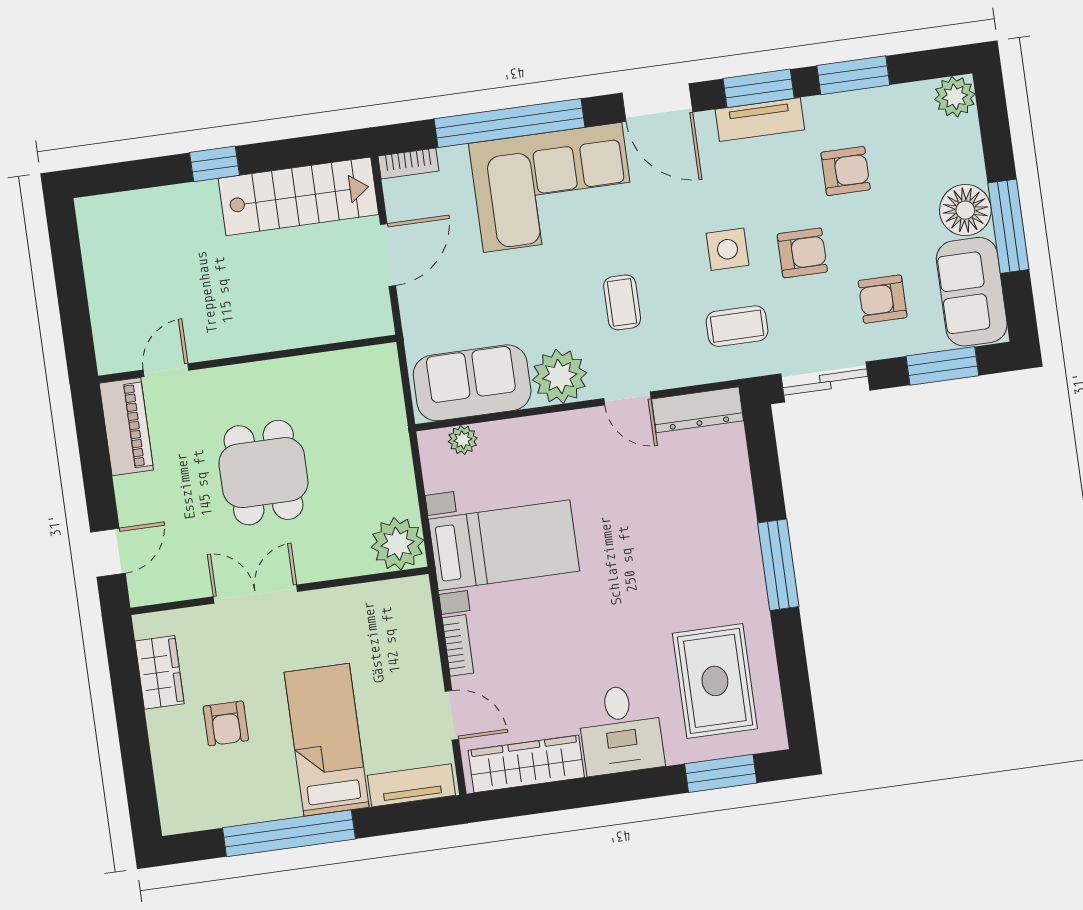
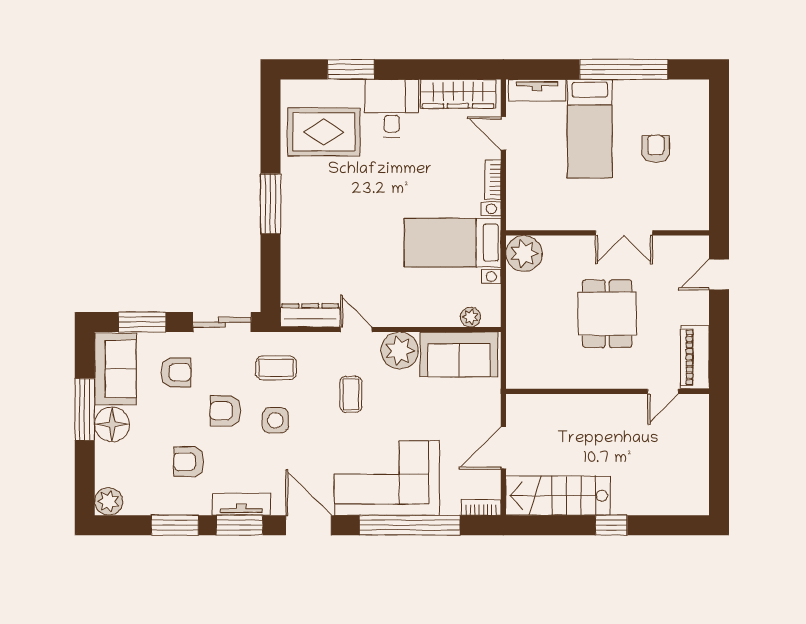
wardrobe: (159, 672) -> (695, 189), removed
rug: (715, 681) -> (324, 132), turned 90
window: (721, 773) -> (351, 69), moved

